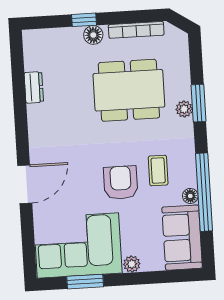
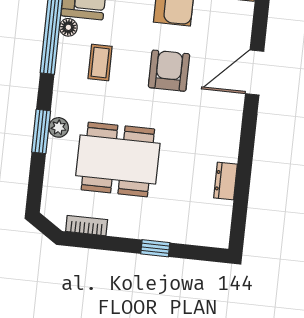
bookcase: (136, 30) -> (87, 226), width x0.64
floor lamp: (93, 35) -> (148, 229), removed
armchair: (121, 183) -> (169, 71), moved, turned 180

